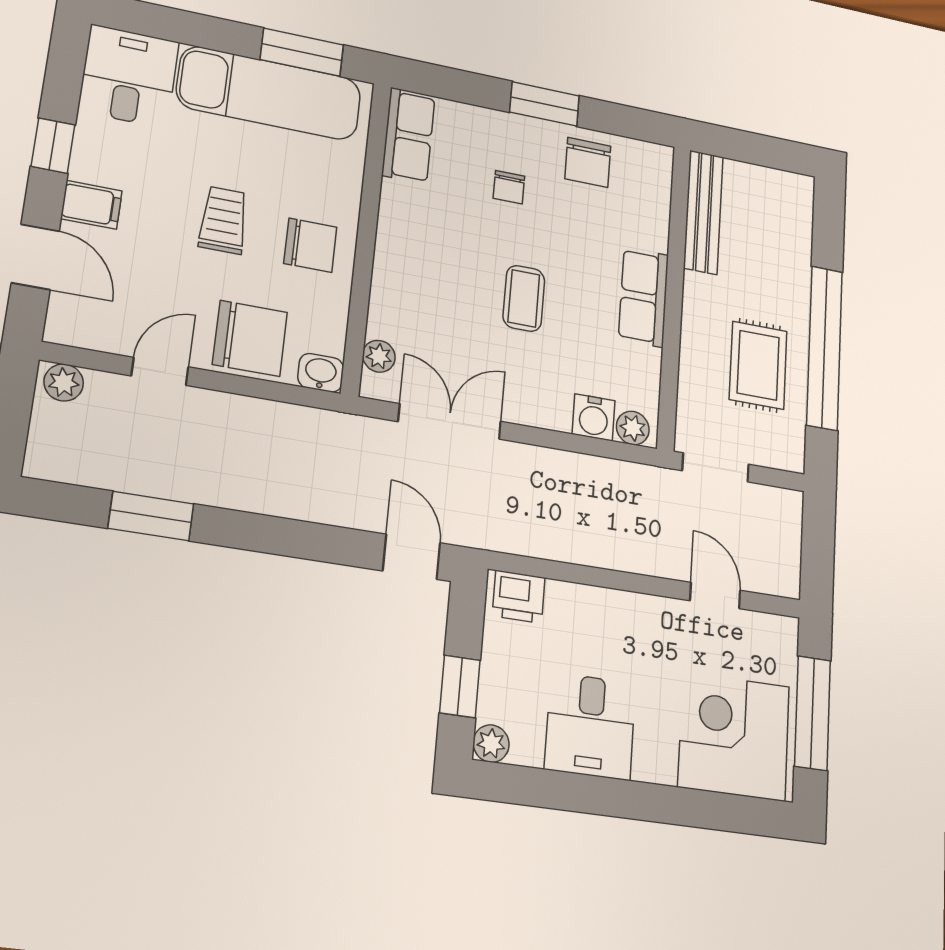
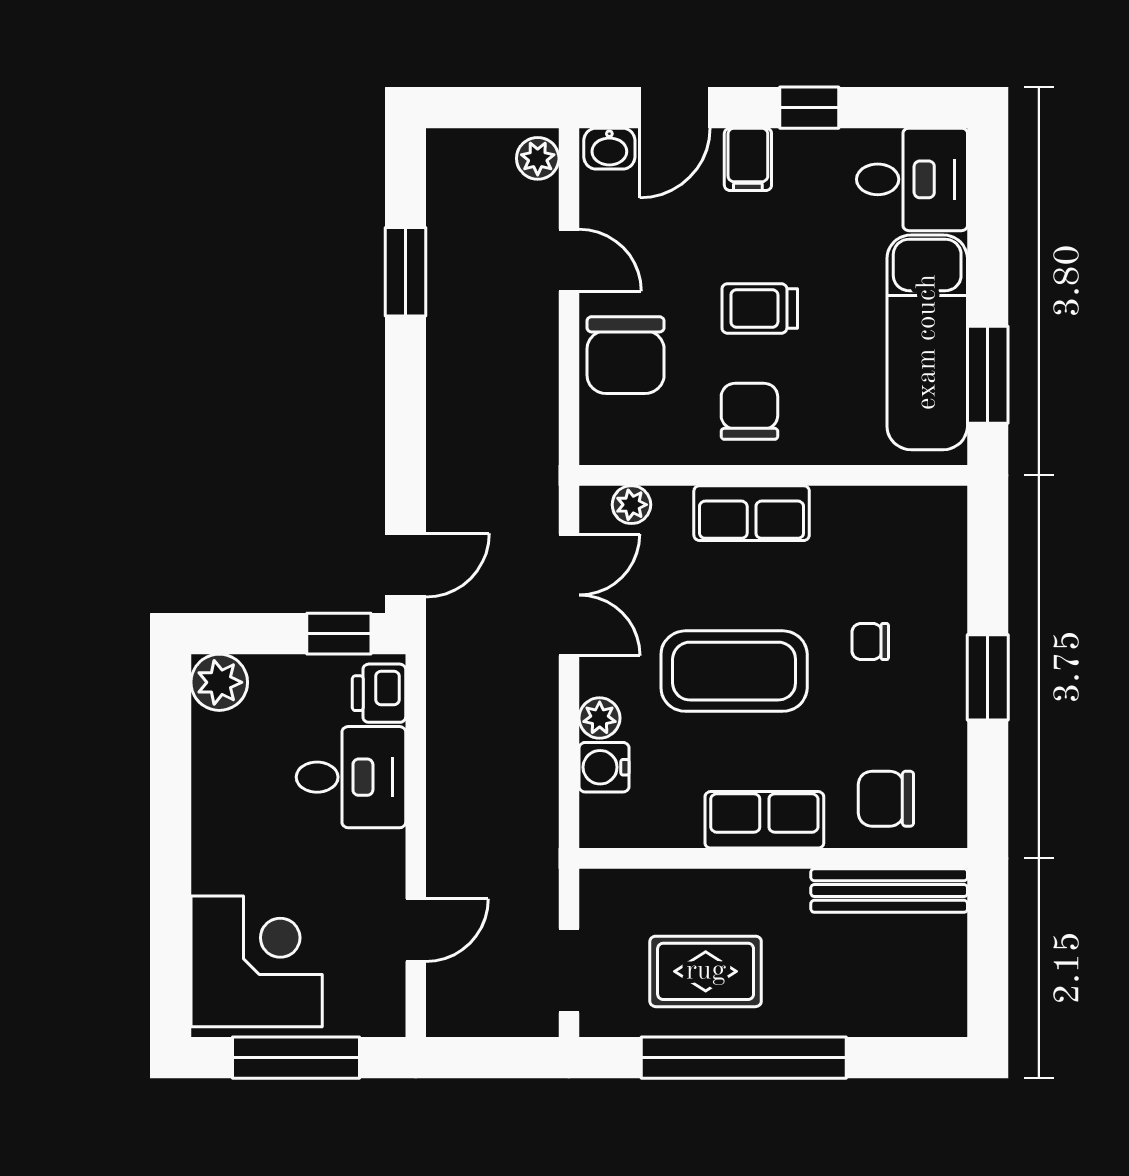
row of seats: (408, 136) -> (752, 513), moved
chair: (588, 162) -> (886, 799), moved
trolley: (223, 220) -> (760, 308), turned 180
chair: (310, 245) -> (749, 411), turned 180
coffee table: (524, 298) -> (734, 671), width x1.86, depth x1.72
washbasin: (321, 373) -> (609, 149), moved, turned 90
plant: (633, 428) -> (600, 718), moved
doorway: (716, 467) -> (569, 970), moved
window: (460, 686) -> (339, 634), moved
desk: (590, 726) -> (351, 777), moved, turned 180
plant: (491, 744) -> (219, 682), width x1.38, depth x1.38

